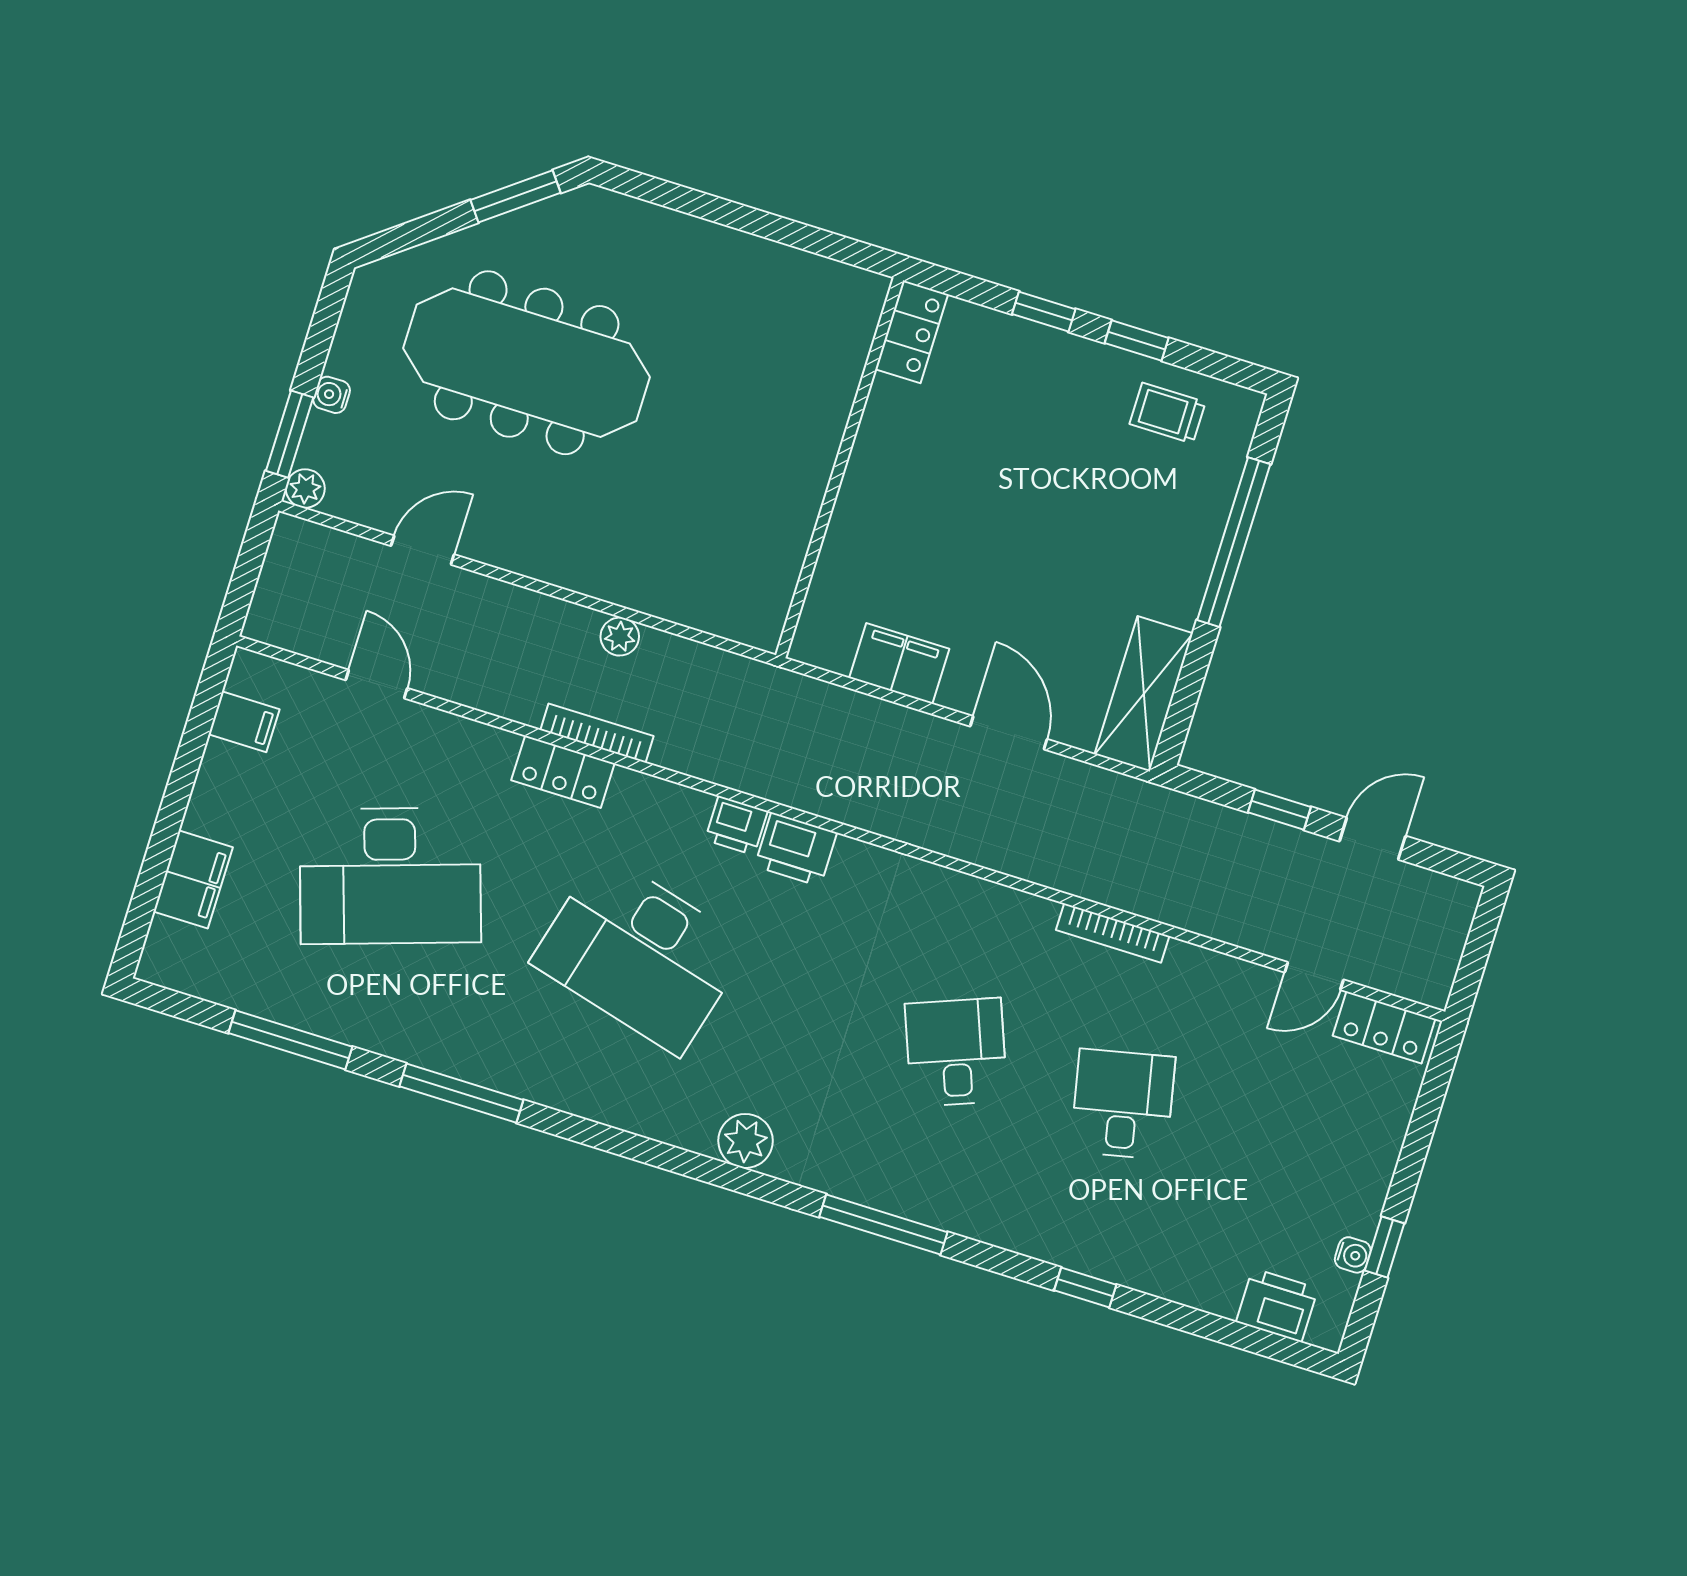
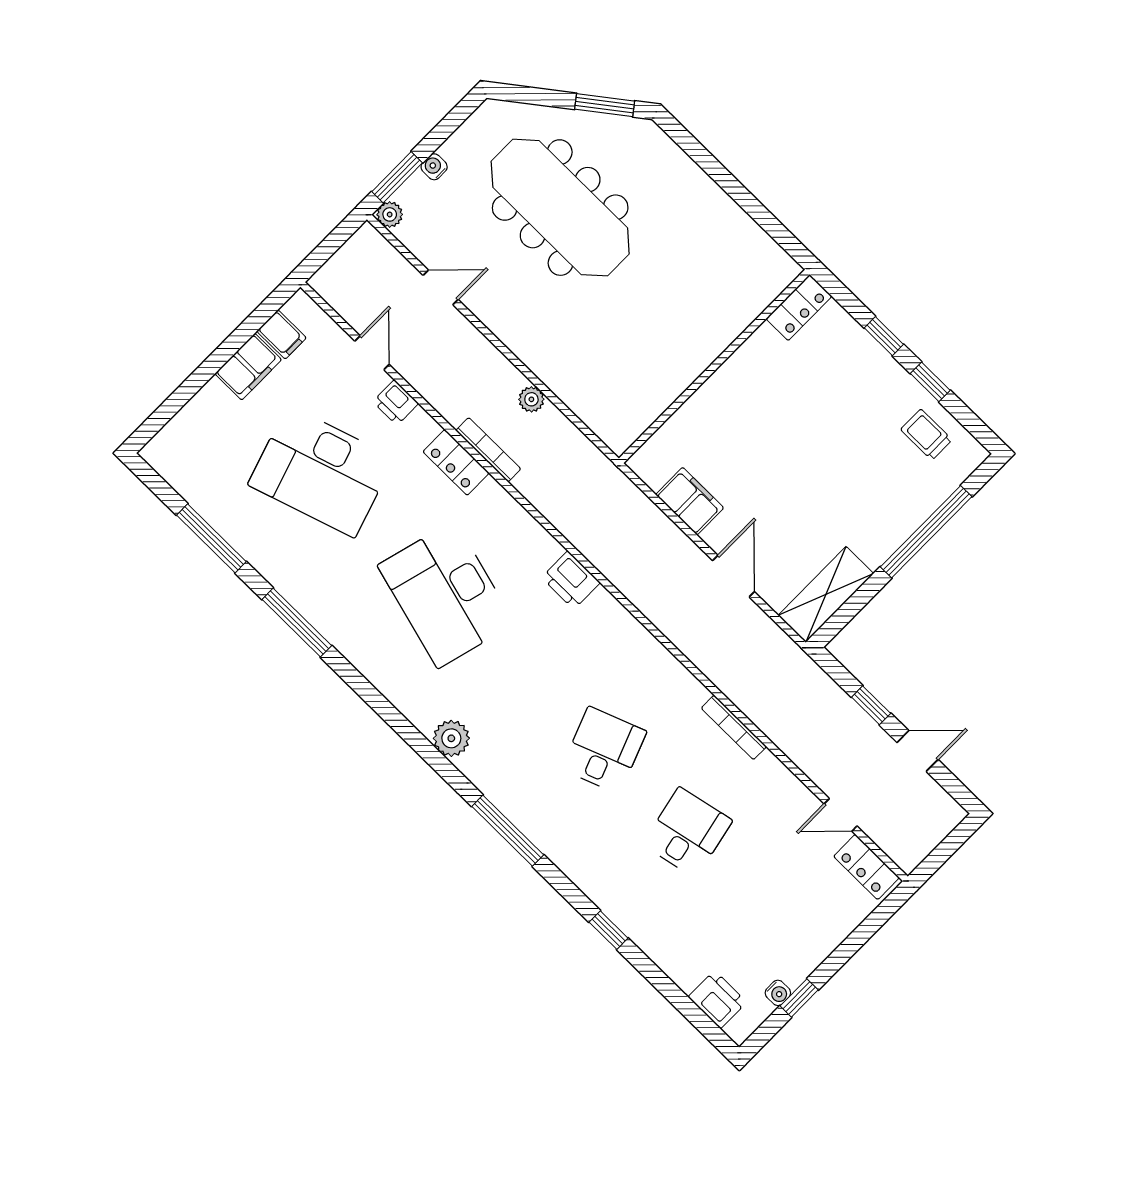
printer: (736, 826) -> (396, 403), moved
filing cabinet: (193, 879) -> (248, 367), moved

